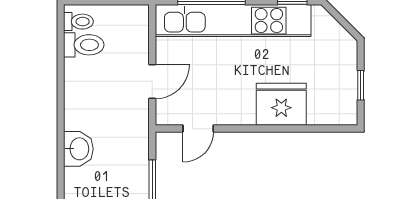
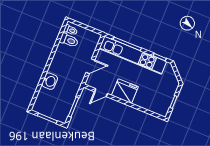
fridge: (281, 104) -> (125, 91), moved

